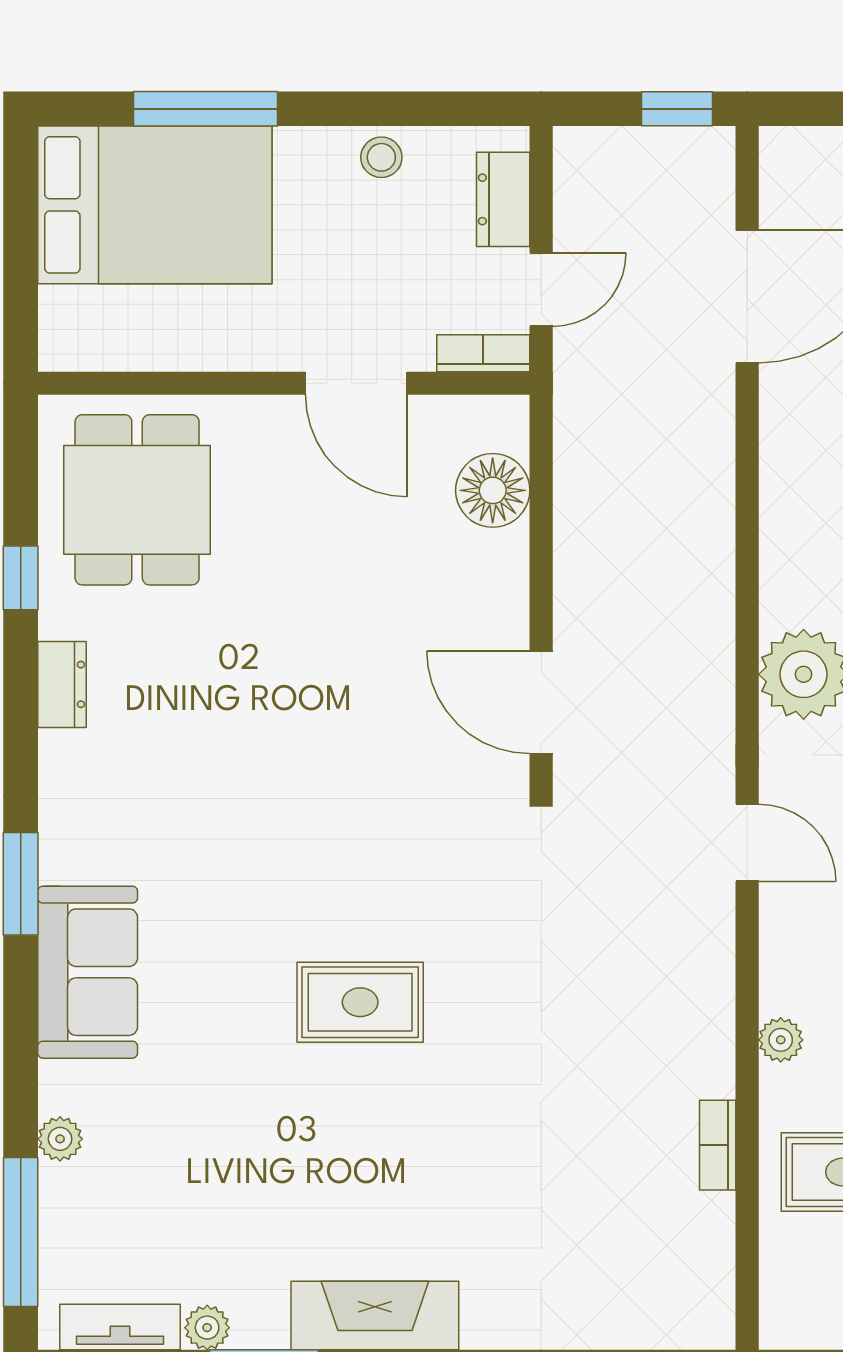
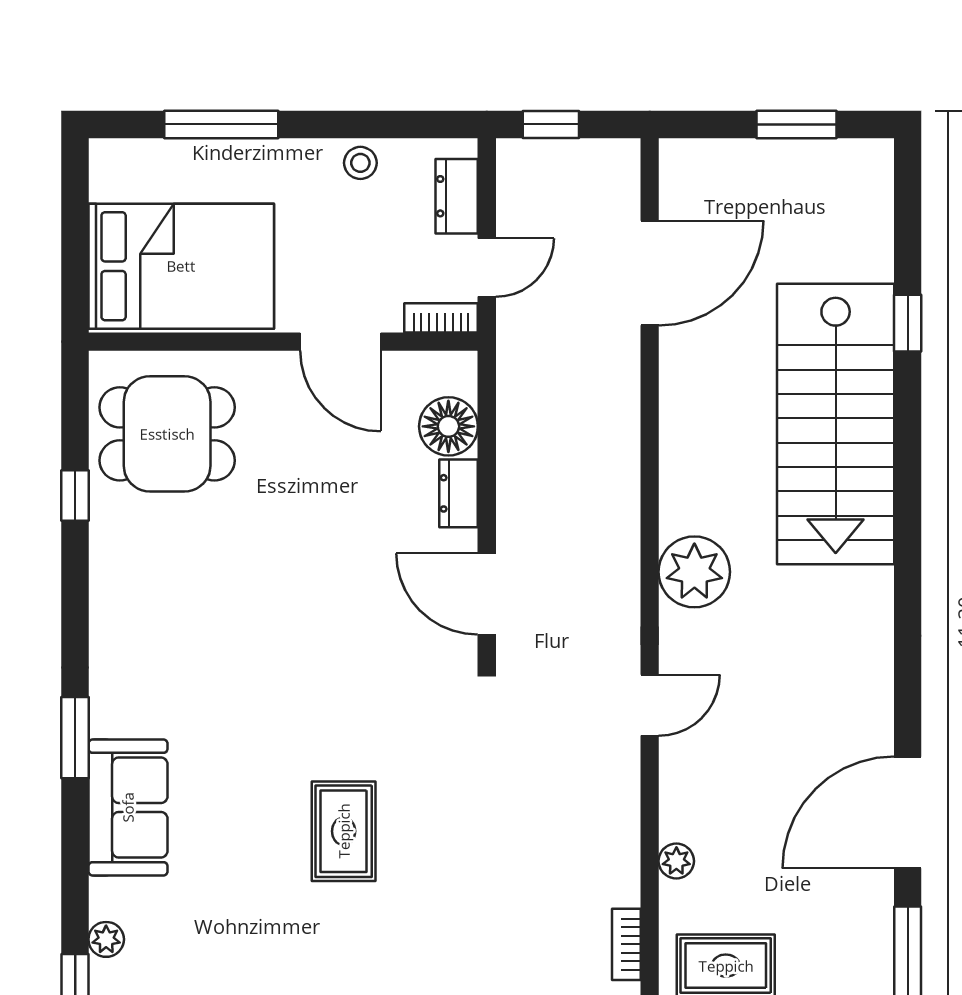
window: (677, 109) -> (551, 124), moved
bed: (155, 205) -> (181, 266), moved
dining table: (137, 500) -> (167, 434), turned 90
dresser: (62, 684) -> (459, 493), moved, turned 180
door: (747, 843) -> (650, 705), hinge flipped
rug: (360, 1002) -> (344, 831), turned 90

